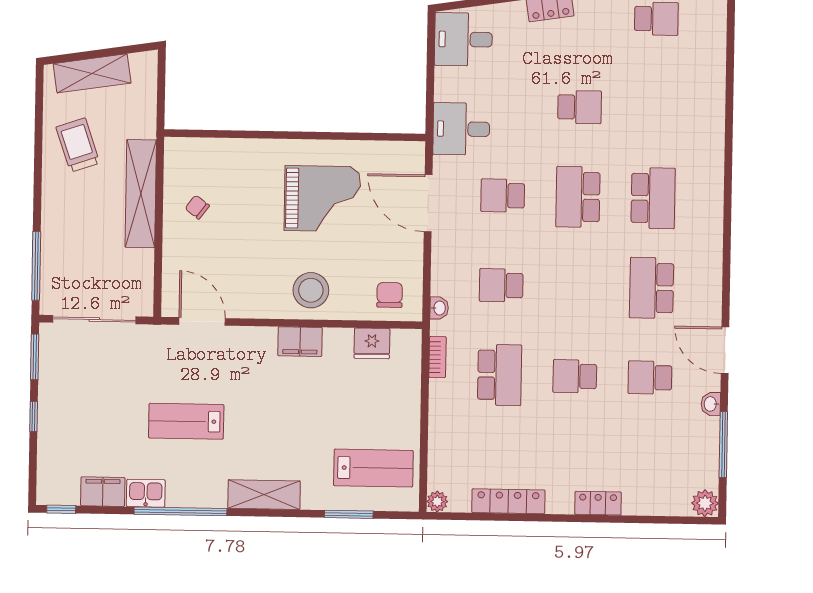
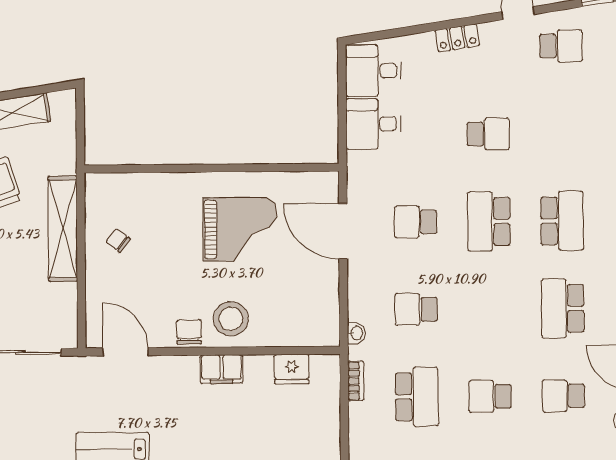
desk: (461, 129) -> (373, 124), moved
chair: (390, 295) -> (189, 332), moved

